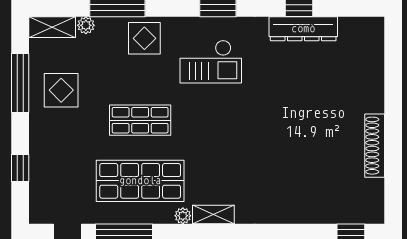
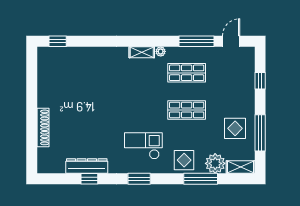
plant: (86, 25) -> (215, 163), width x1.88, depth x1.88
shoe rack: (375, 146) -> (43, 127), moved
shop shelf: (140, 181) -> (187, 73), width x0.70, depth x0.74

